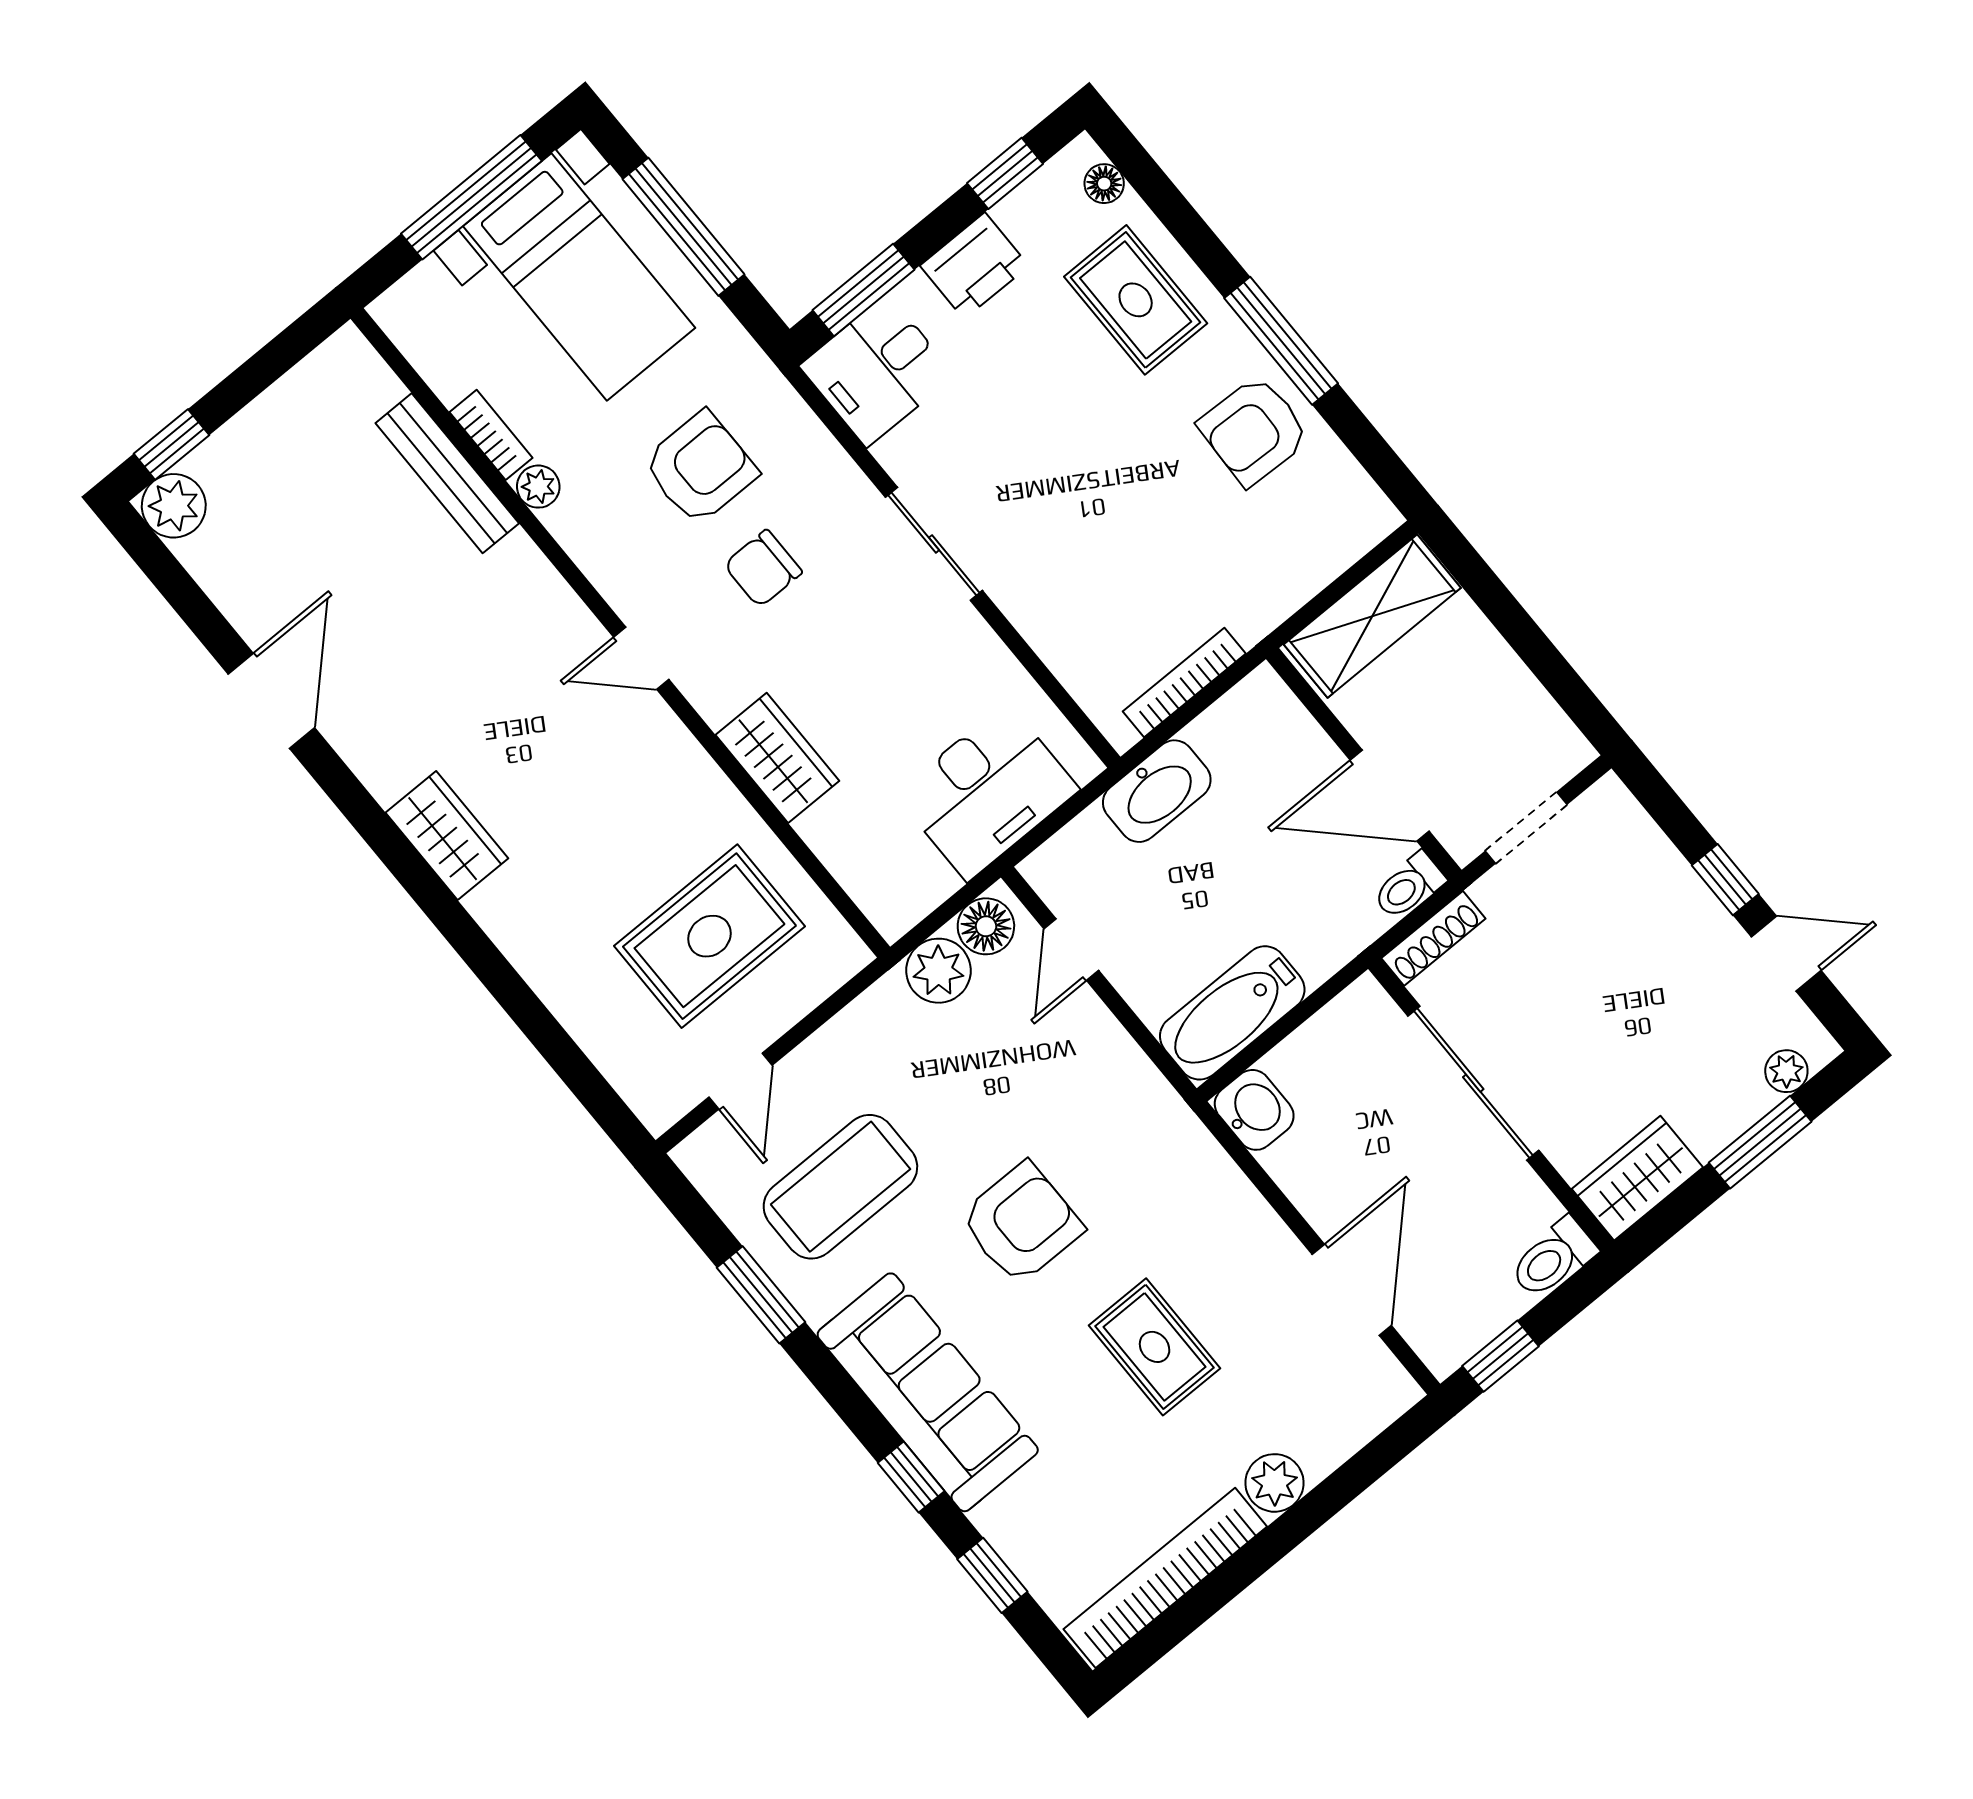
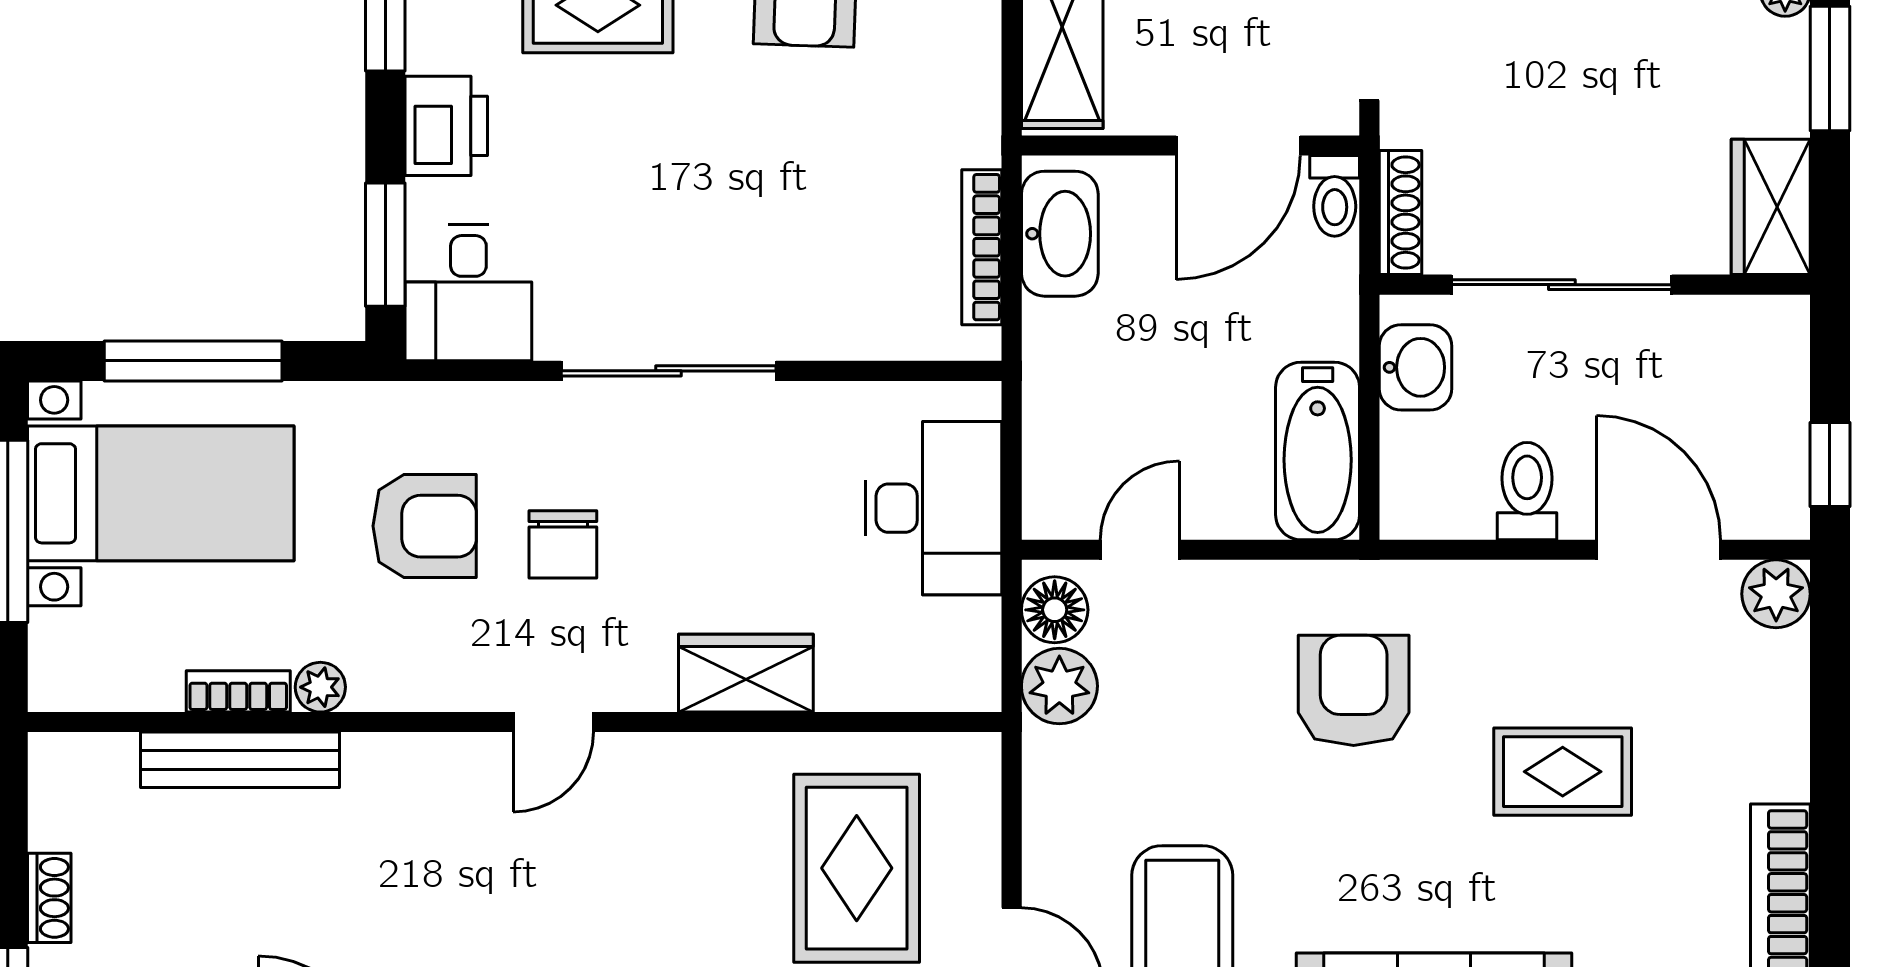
shoe rack: (253, 423) -> (49, 898), added
armchair: (700, 468) -> (425, 526), turned 90
sliding door: (934, 544) -> (669, 371), width x1.37
washbasin: (1157, 791) -> (1060, 234), moved
door: (1071, 950) -> (1140, 550), swing flipped
washbasin: (1254, 1110) -> (1416, 367), moved, turned 90
armchair: (1022, 1223) -> (1354, 690), moved
toilet: (1553, 1258) -> (1527, 491), moved, turned 180
plant: (1275, 1483) -> (1776, 594), moved

